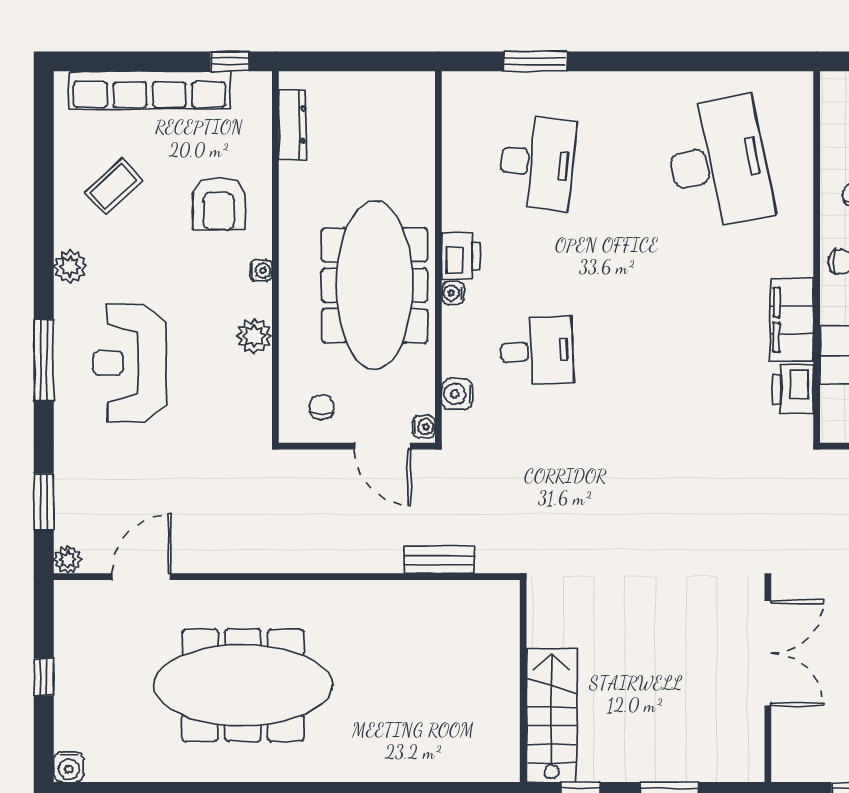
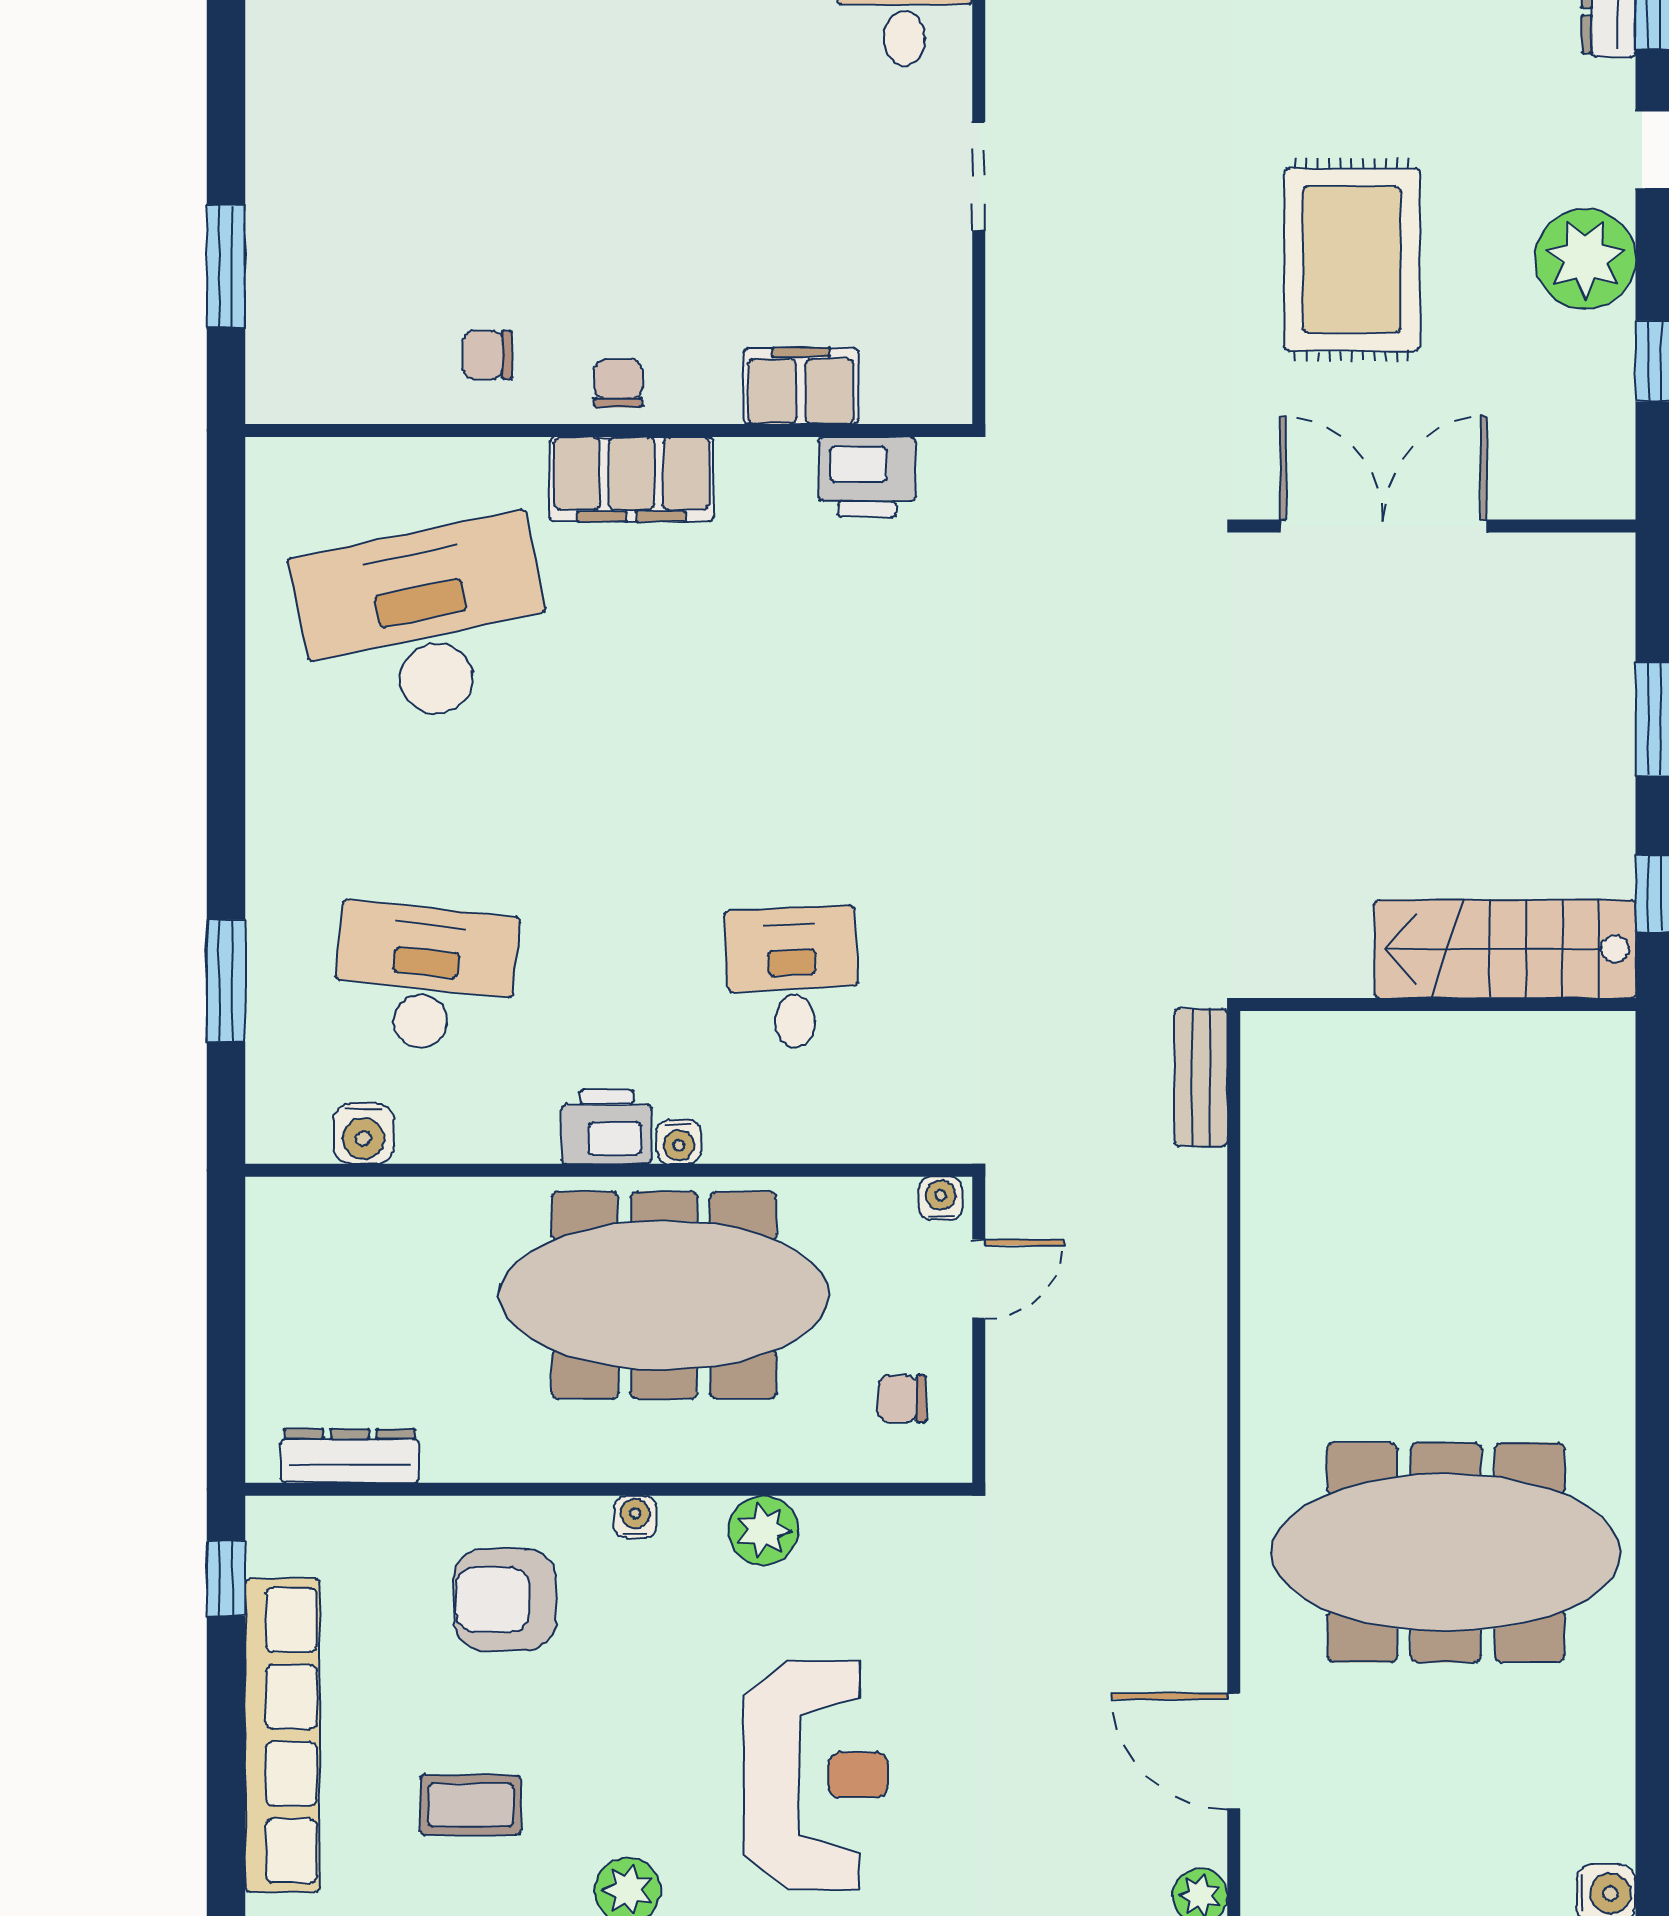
coffee table: (114, 186) -> (471, 1805), turned -48
armchair: (219, 204) -> (505, 1600), turned 180
filing cabinet: (792, 320) -> (631, 479), moved
reception desk: (129, 363) -> (816, 1775), turned -90
water cooler: (457, 394) -> (364, 1134), moved
door: (383, 446) -> (979, 1279), width x0.73
bench: (439, 560) -> (1201, 1077), moved
meeting table: (243, 685) -> (1446, 1553), turned 90

